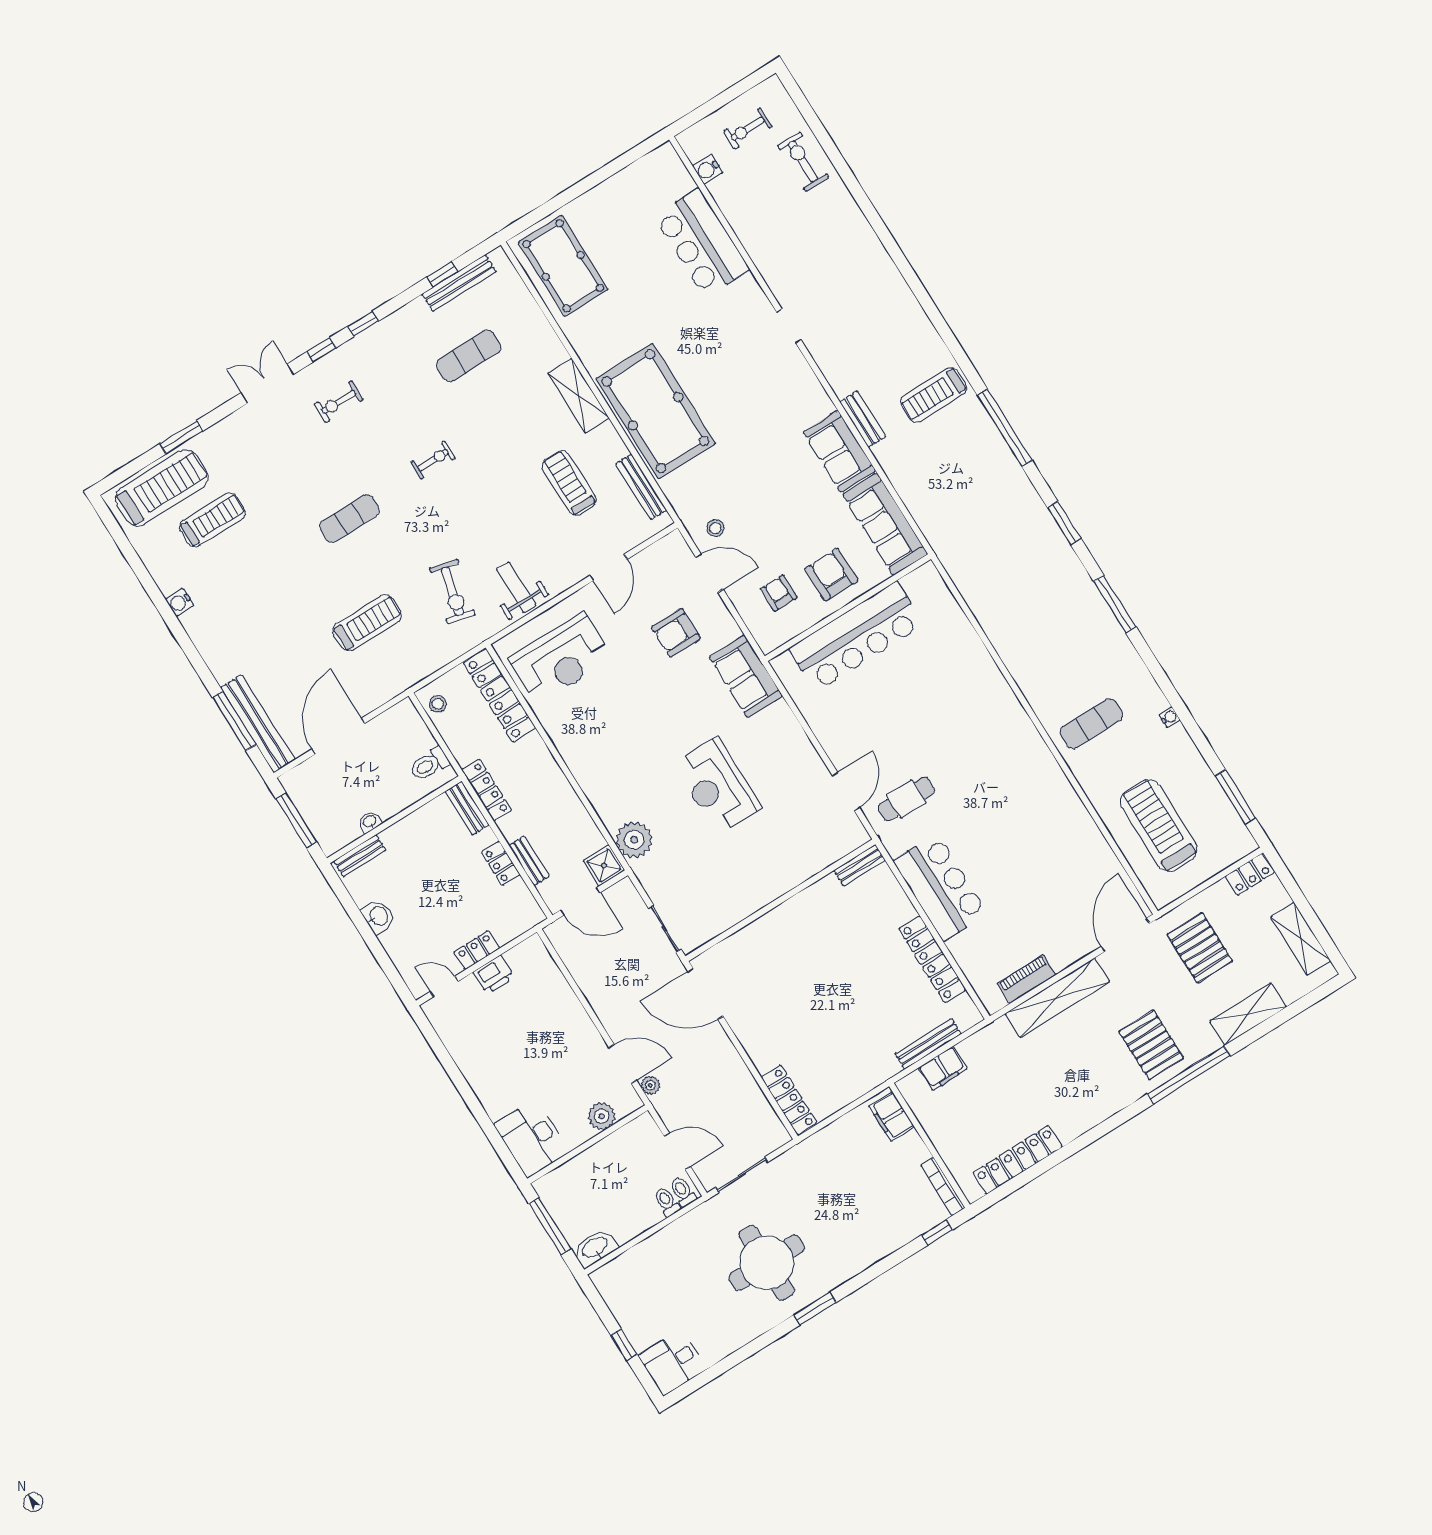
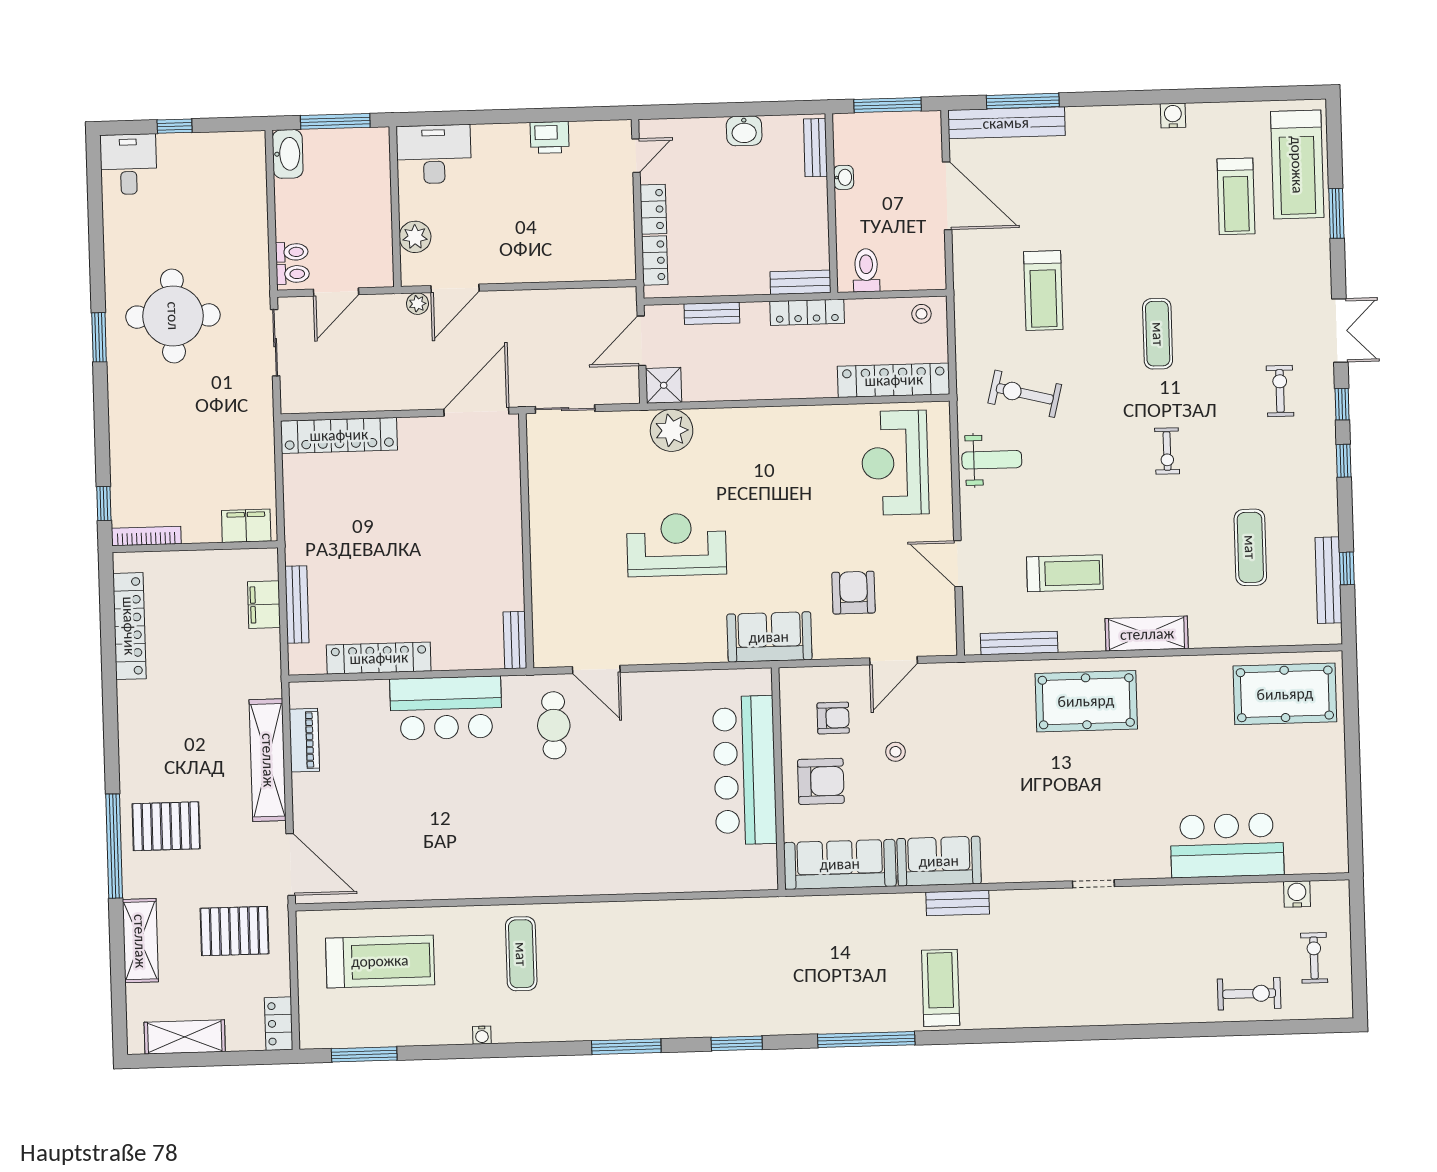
pool table: (656, 411) -> (1086, 701), width x0.73, depth x0.76
stool: (715, 528) -> (896, 752), moved
locker: (501, 863) -> (655, 260), moved, turned 90
printer: (494, 975) -> (550, 137), moved, turned -90
locker: (789, 1100) -> (339, 435), width x1.41, depth x1.21

